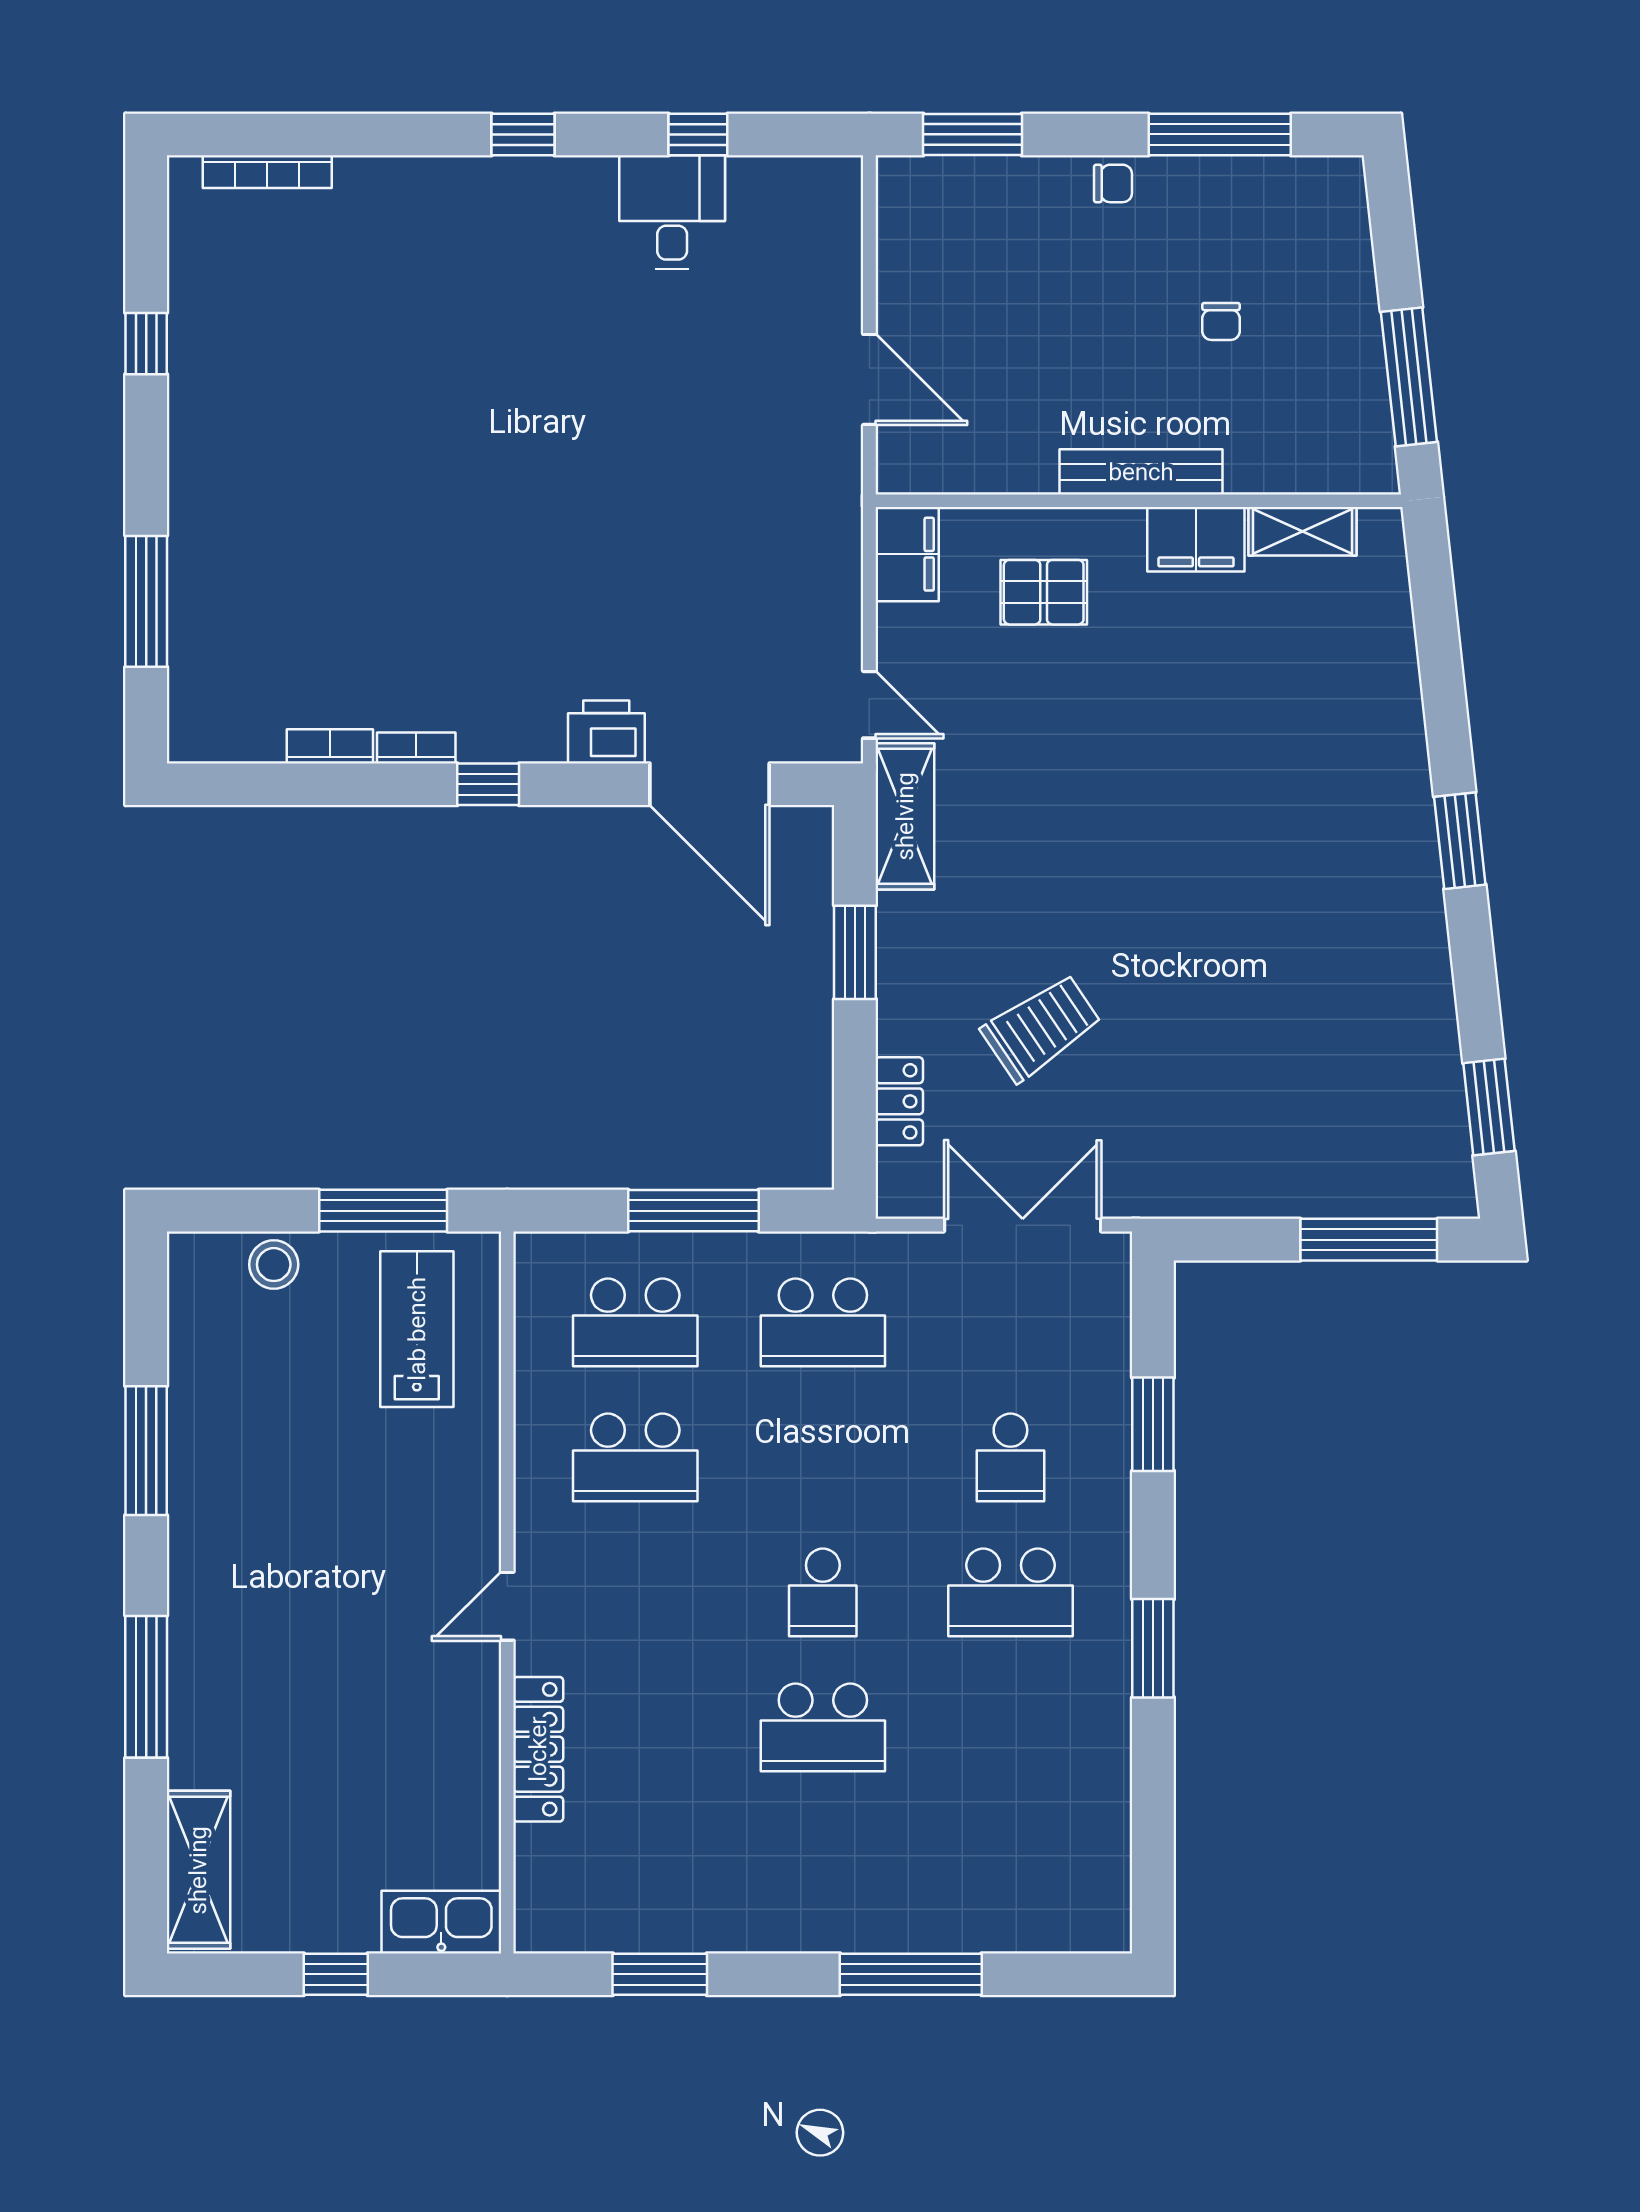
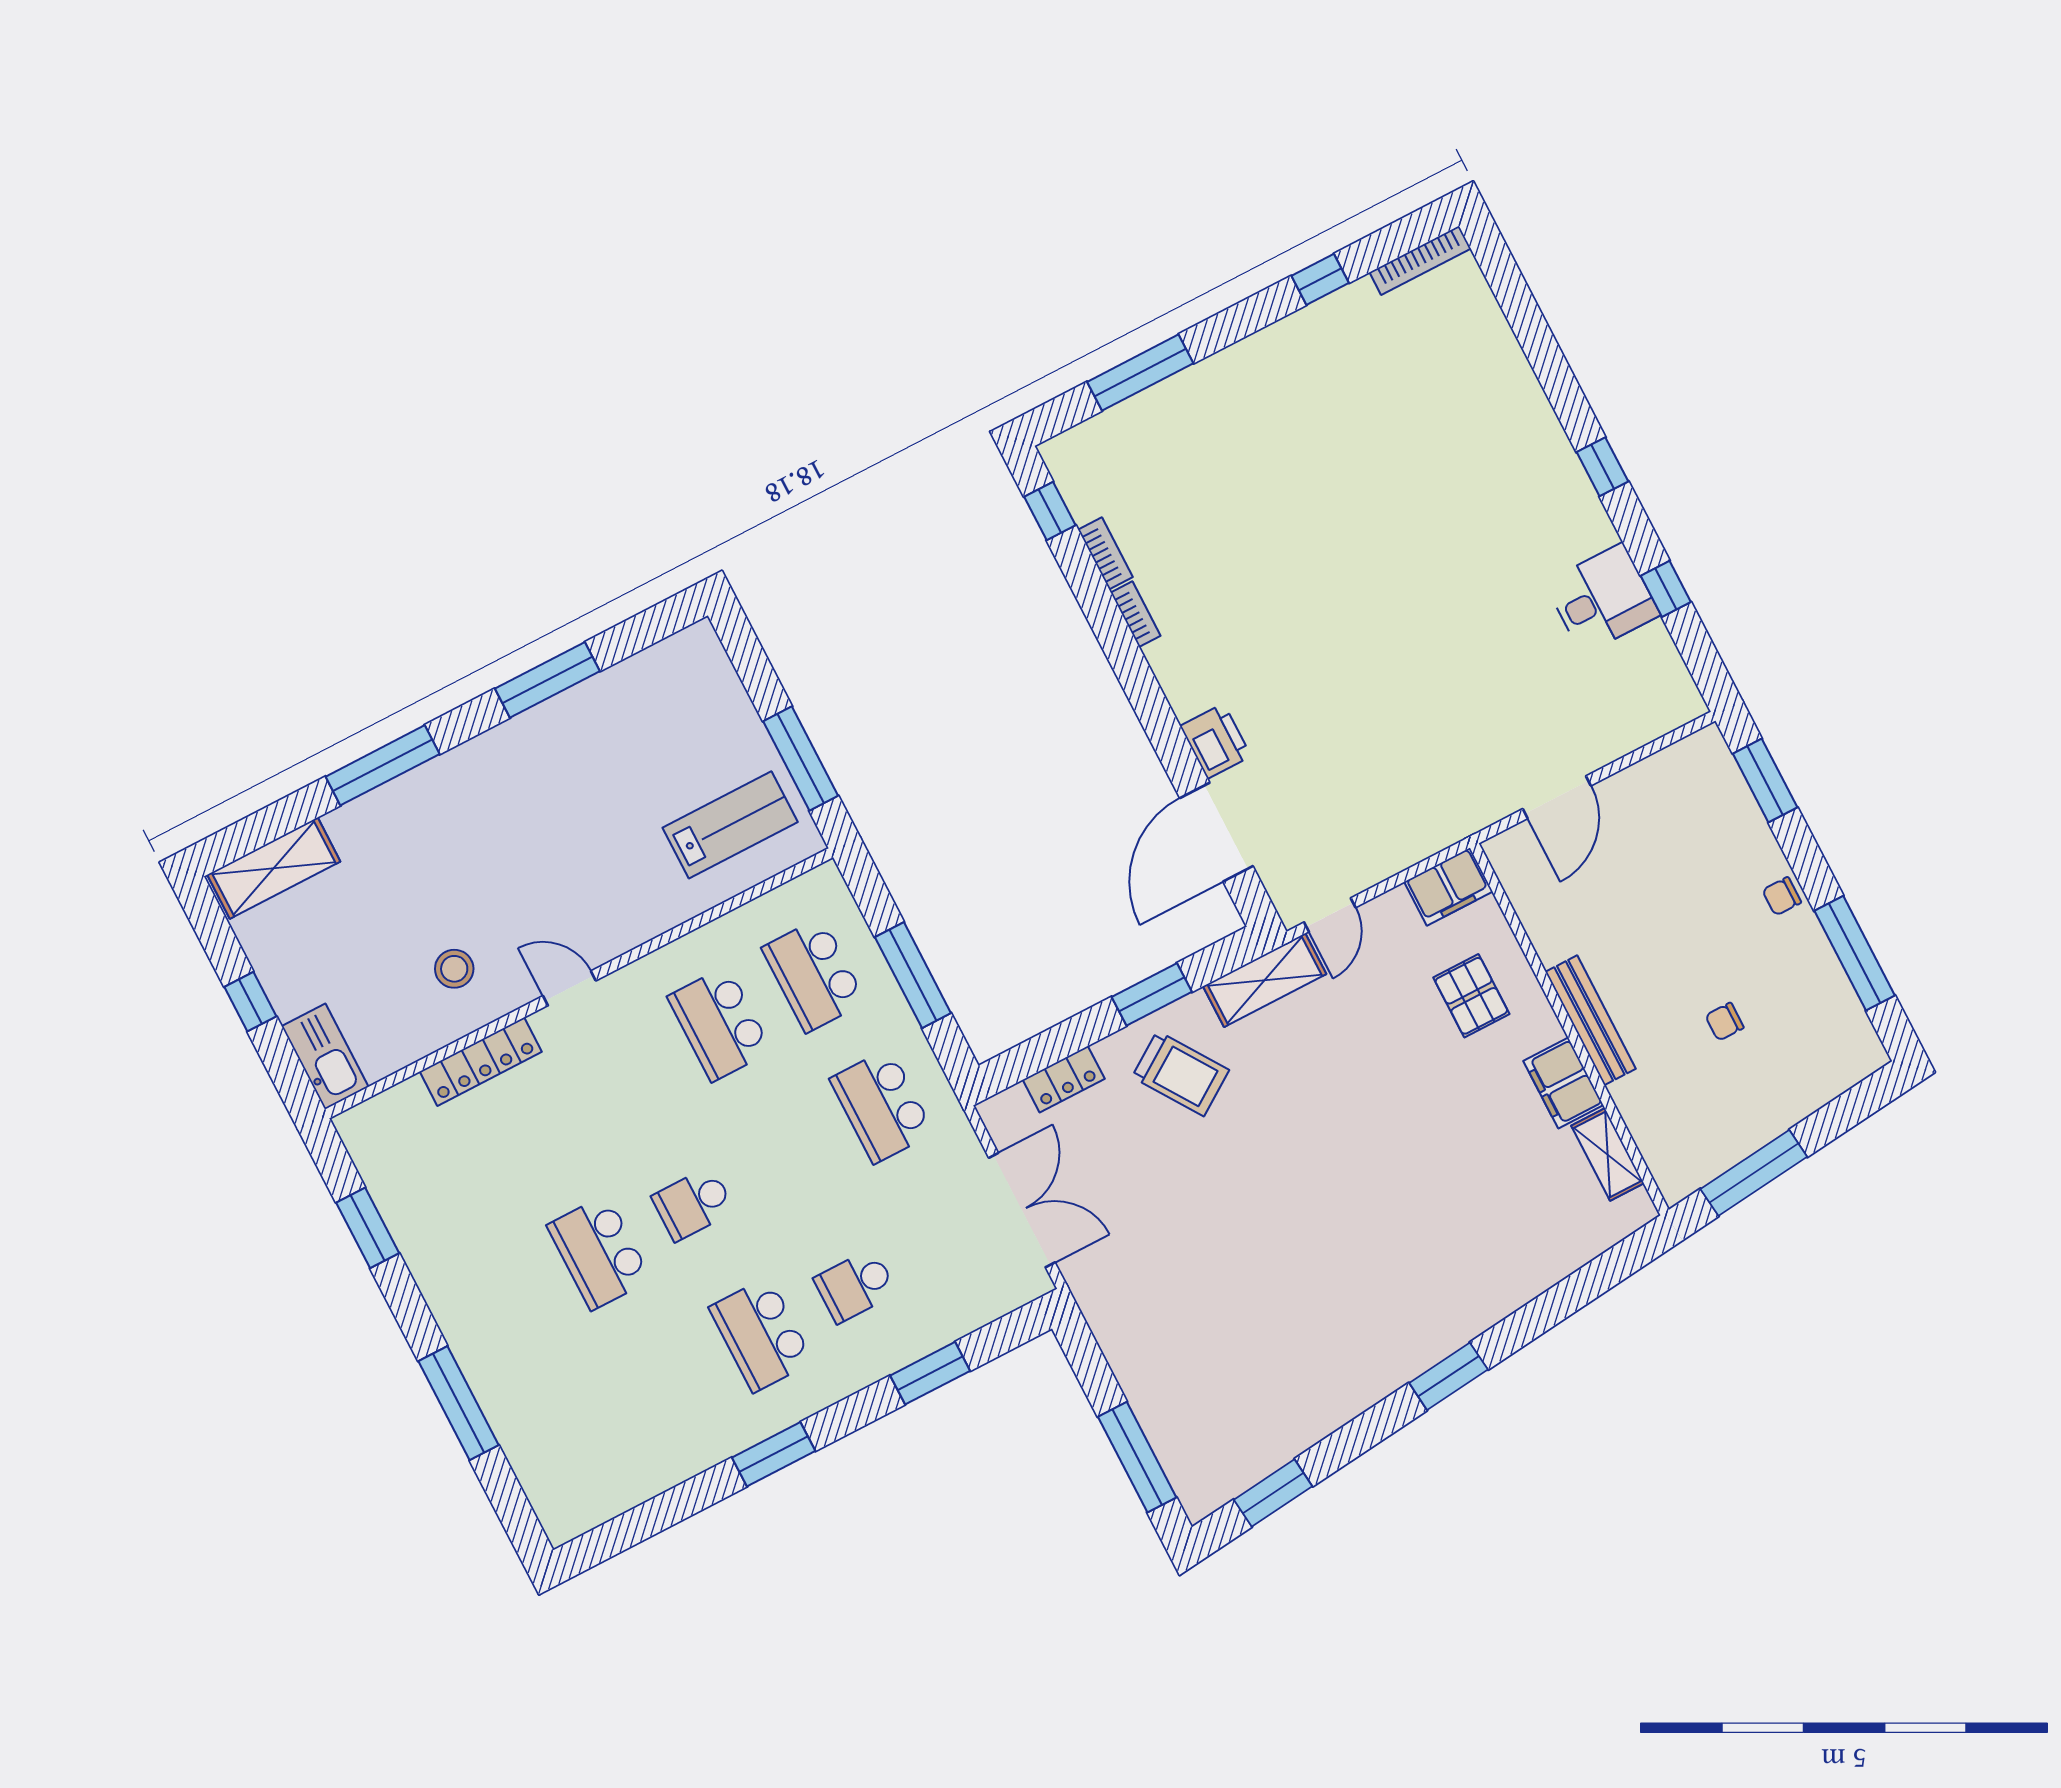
bookcase: (267, 172) -> (1420, 260), moved, turned -90
chair: (1113, 183) -> (1782, 896), turned 90
window: (488, 784) -> (1050, 511), moved
trolley: (1041, 1028) -> (1181, 1074), moved
stool: (274, 1265) -> (454, 969), moved

